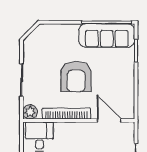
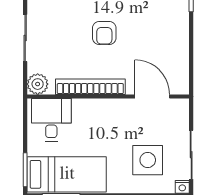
armchair: (76, 77) -> (104, 33), width x0.53, depth x0.53

